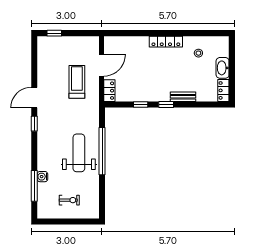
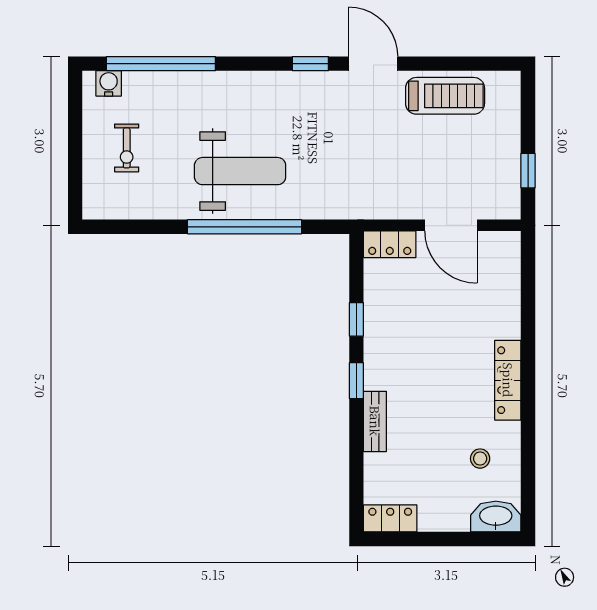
window: (54, 33) -> (528, 171), moved
washbasin: (223, 68) -> (496, 517), moved
treadmill: (77, 82) -> (445, 96), moved
water cooler: (42, 177) -> (109, 83), moved
window: (34, 186) -> (161, 64), width x1.46

